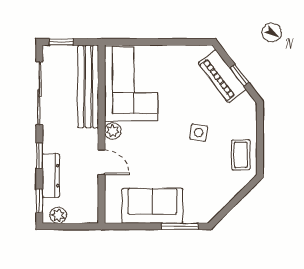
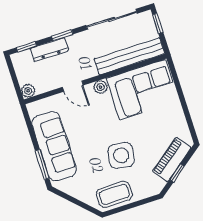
side table: (199, 133) -> (121, 155), width x1.87, depth x1.87
coffee table: (241, 155) -> (114, 194), width x1.36, depth x1.30
door: (101, 162) -> (73, 86), hinge flipped
sofa: (152, 206) -> (54, 146), width x1.36
plant: (58, 215) -> (28, 91), moved

